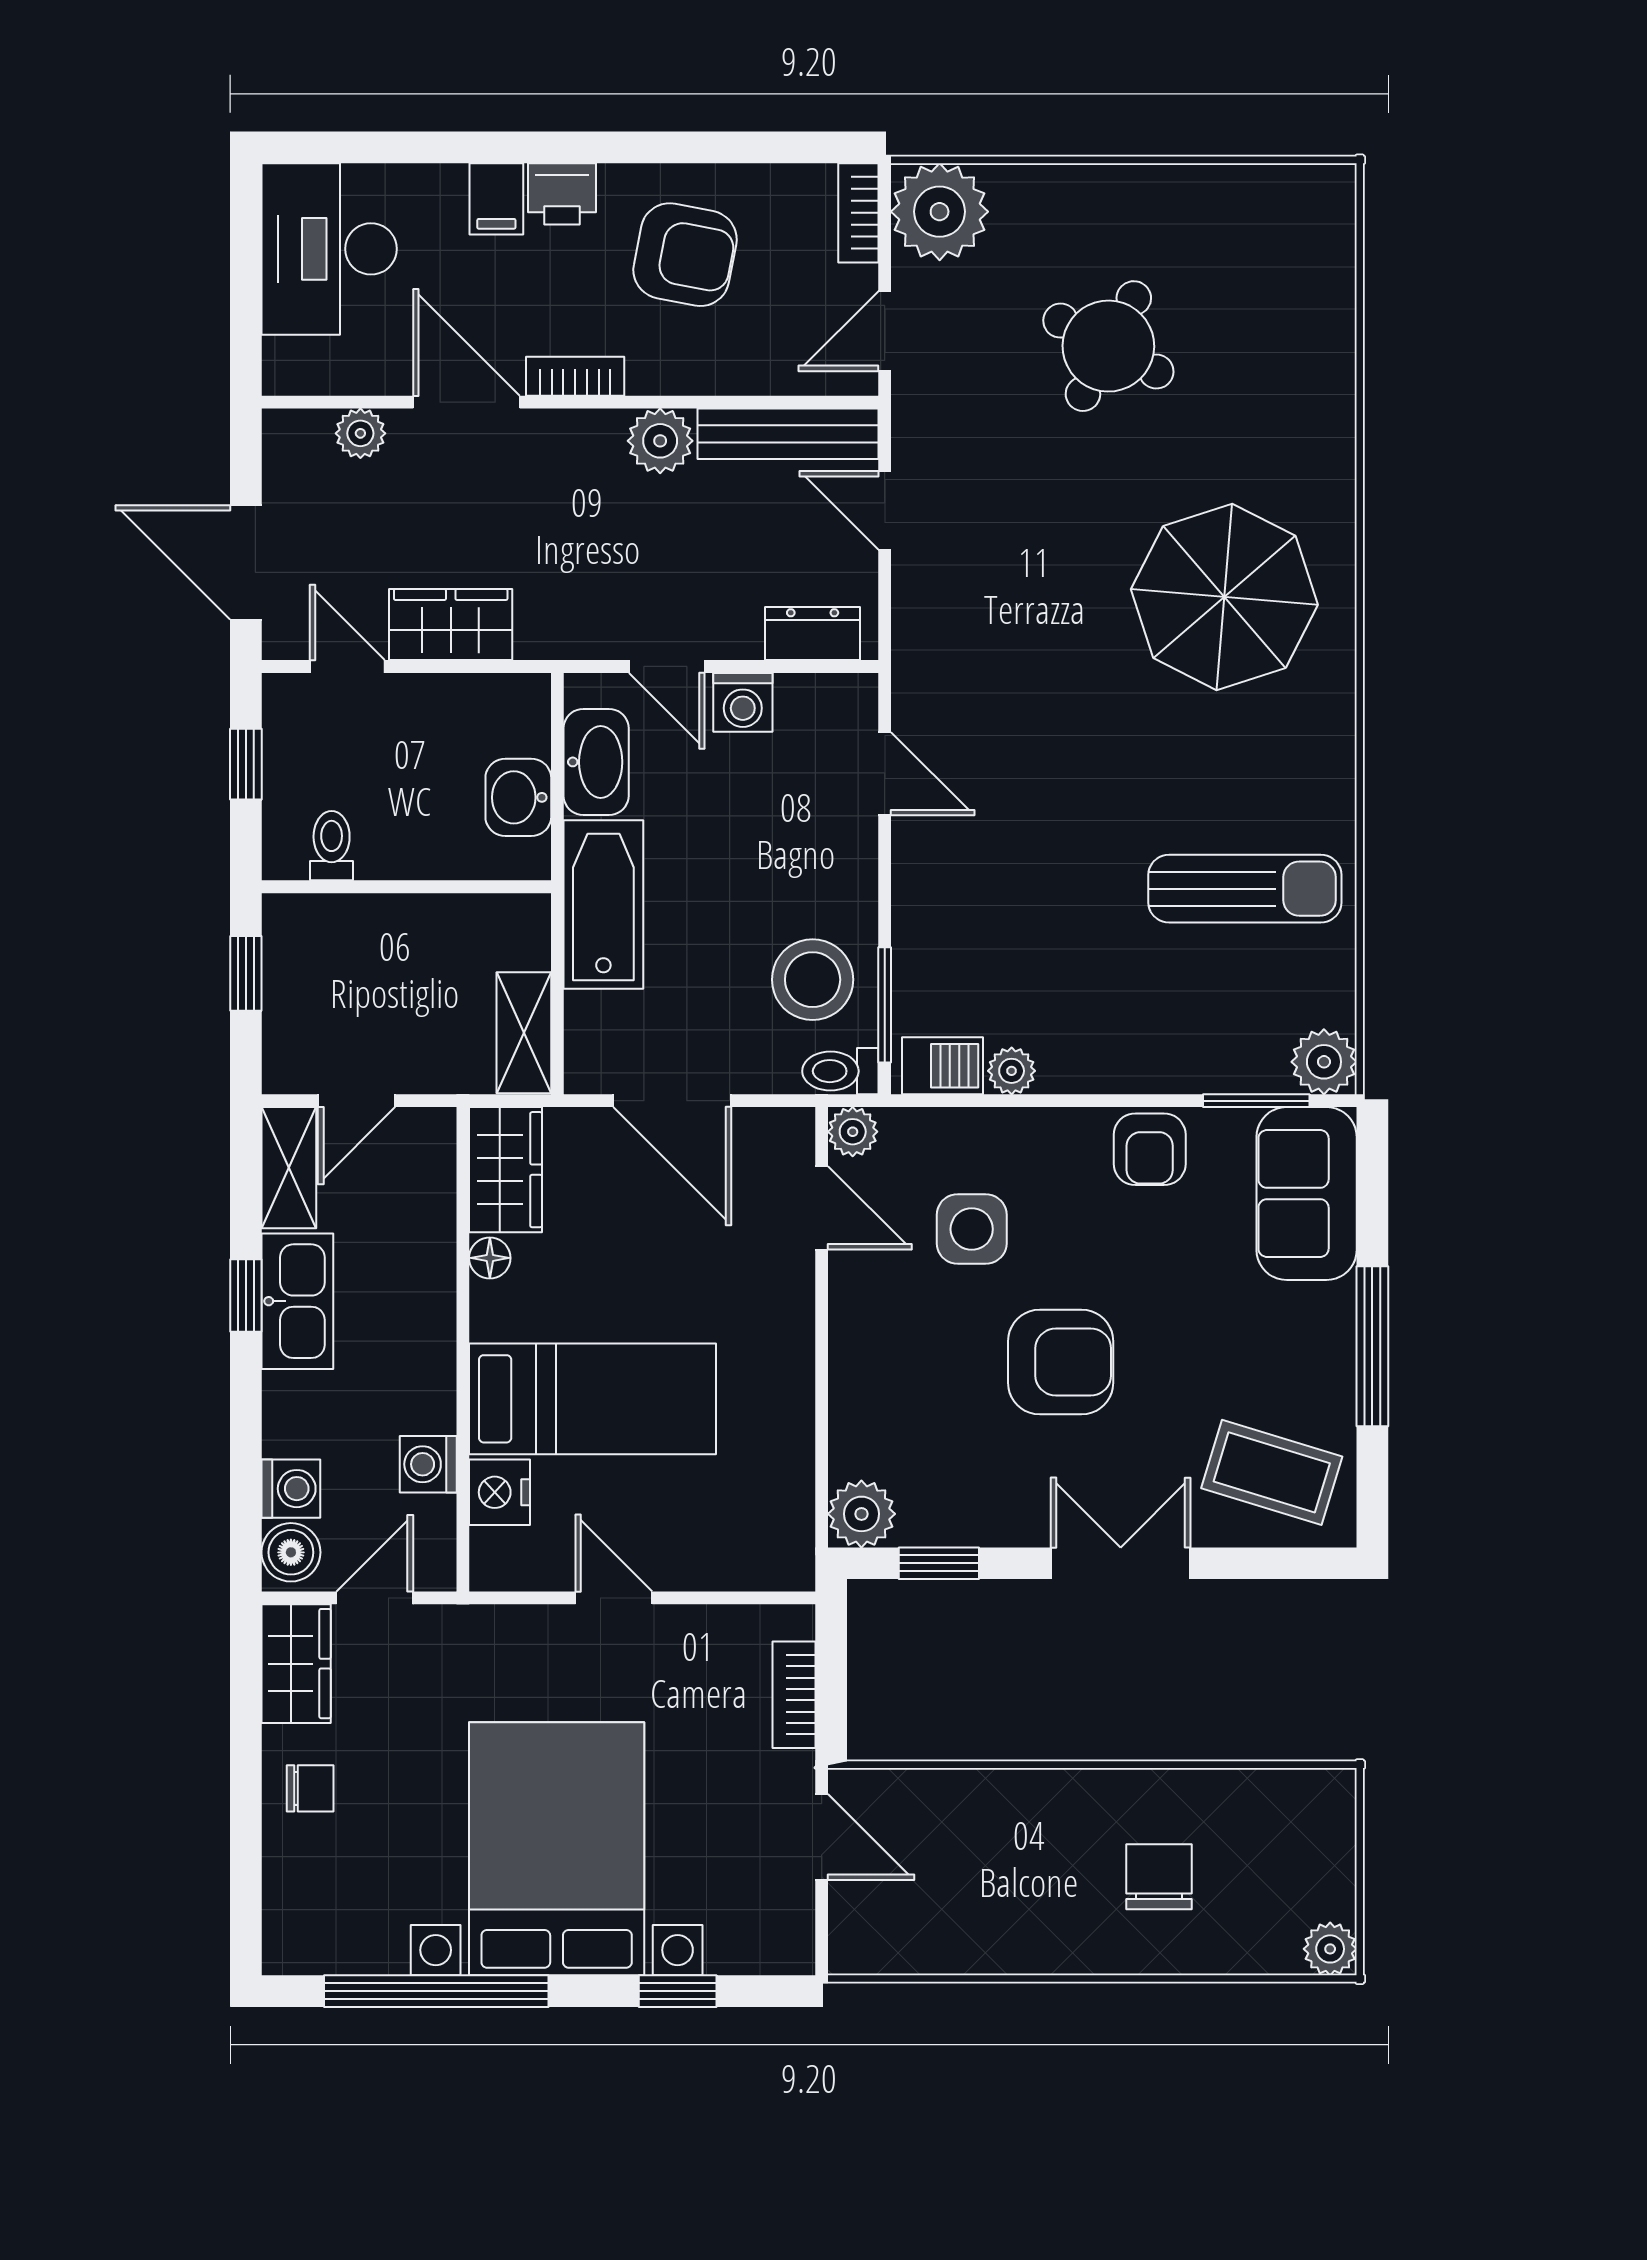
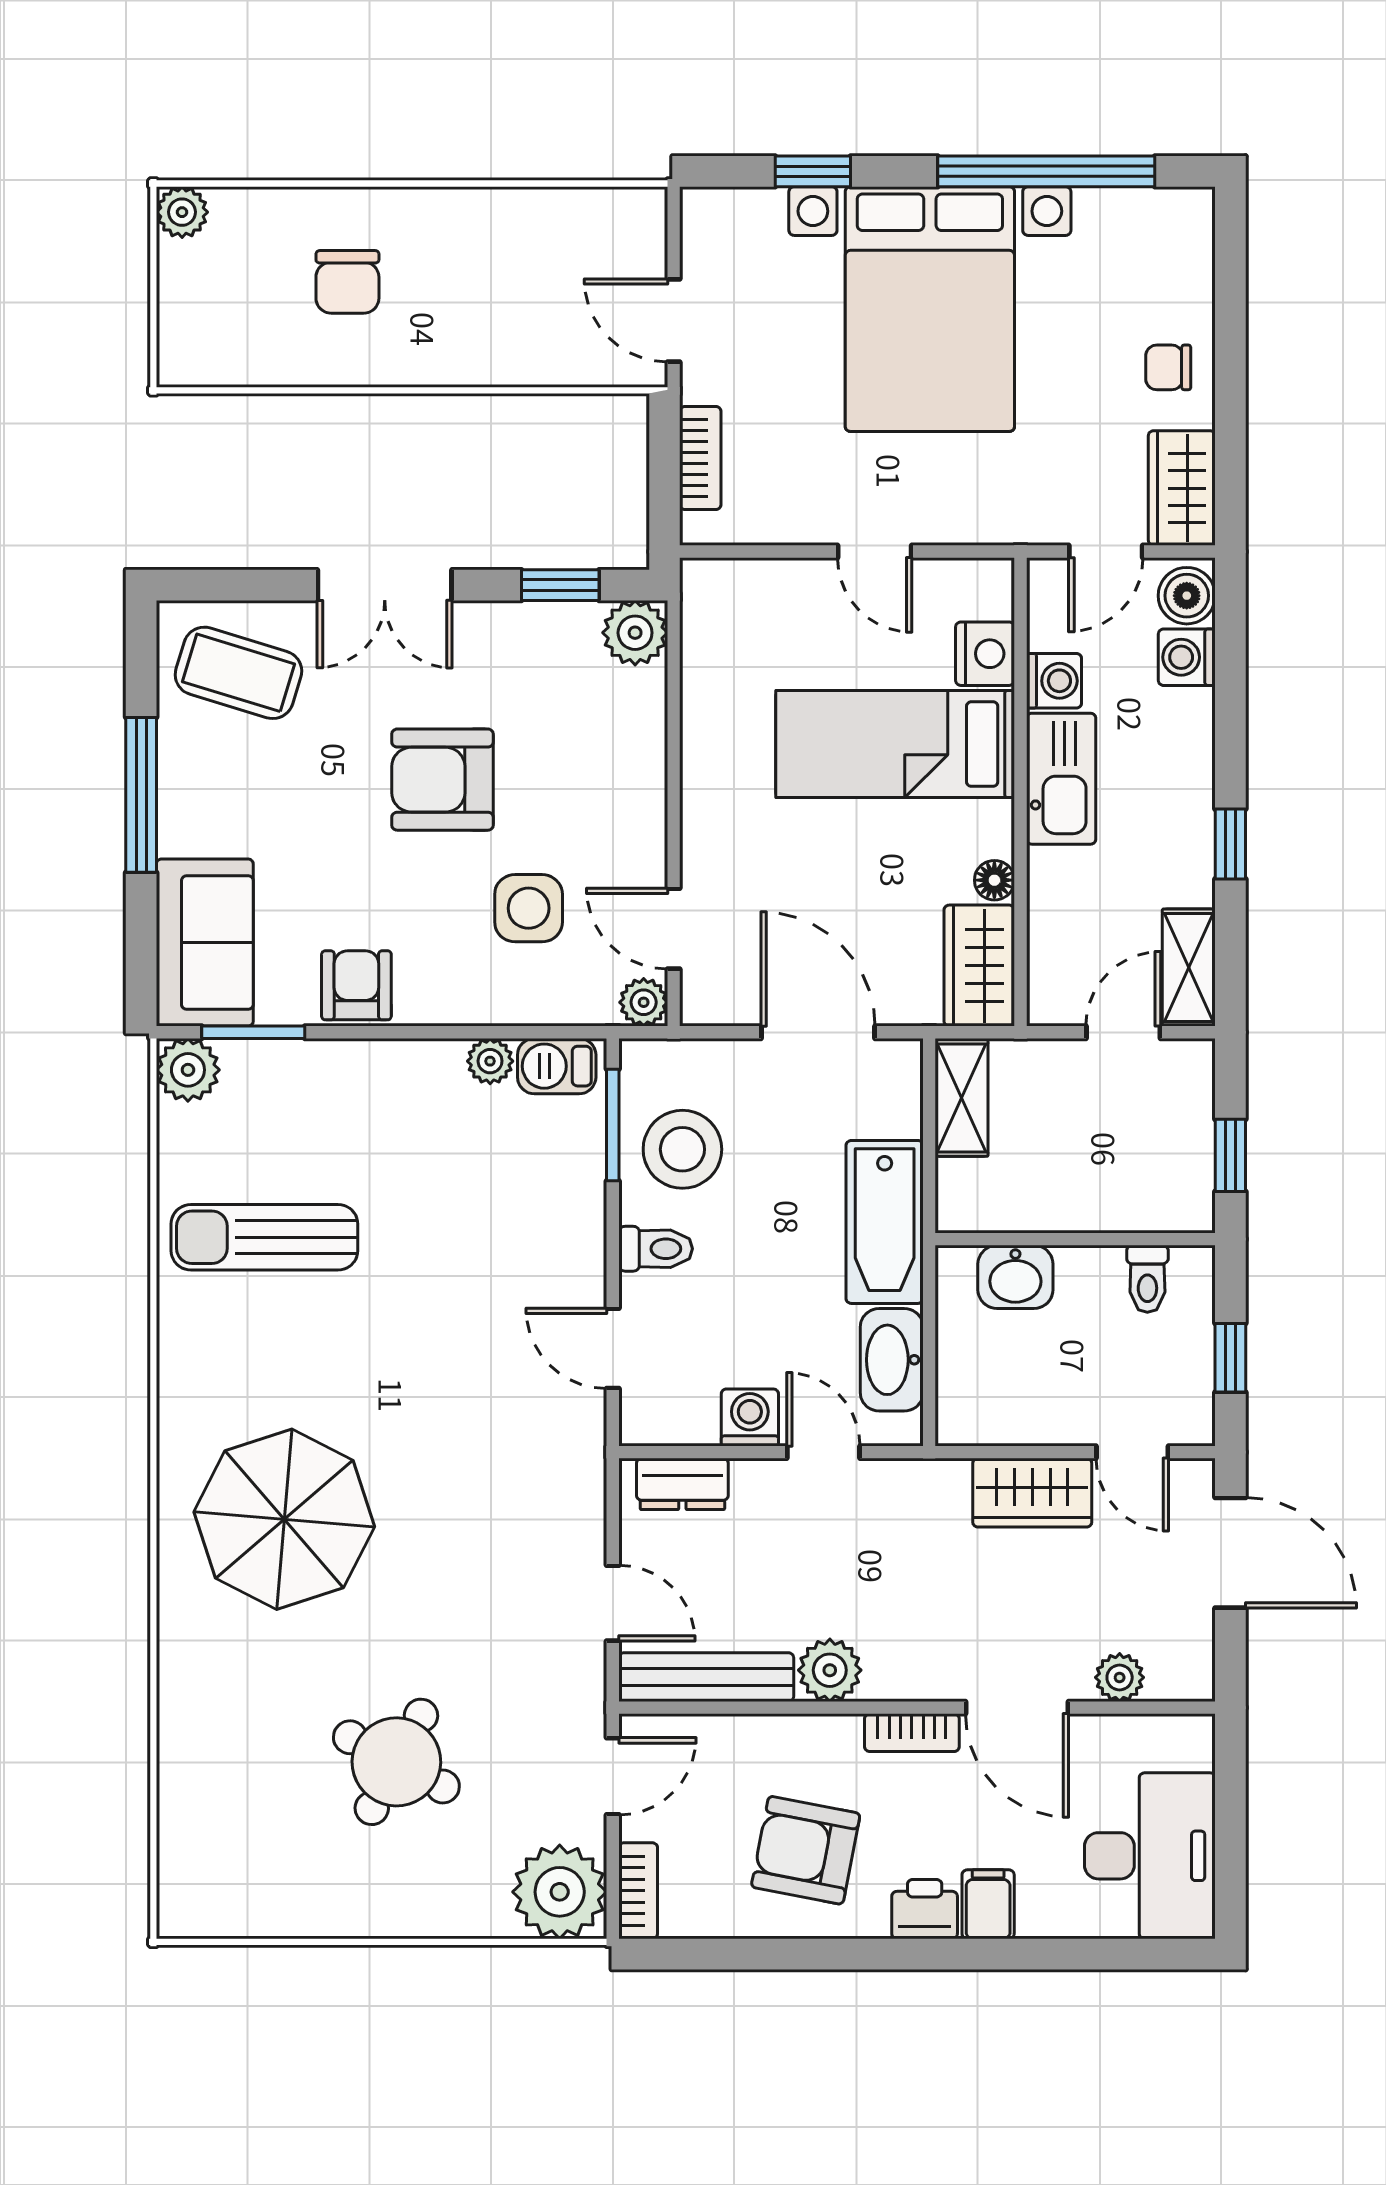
washbasin: (518, 797) -> (1015, 1277), moved, turned 90
toilet: (840, 1071) -> (656, 1249), moved
kitchen sink: (297, 1301) -> (1061, 779), moved, turned 180

